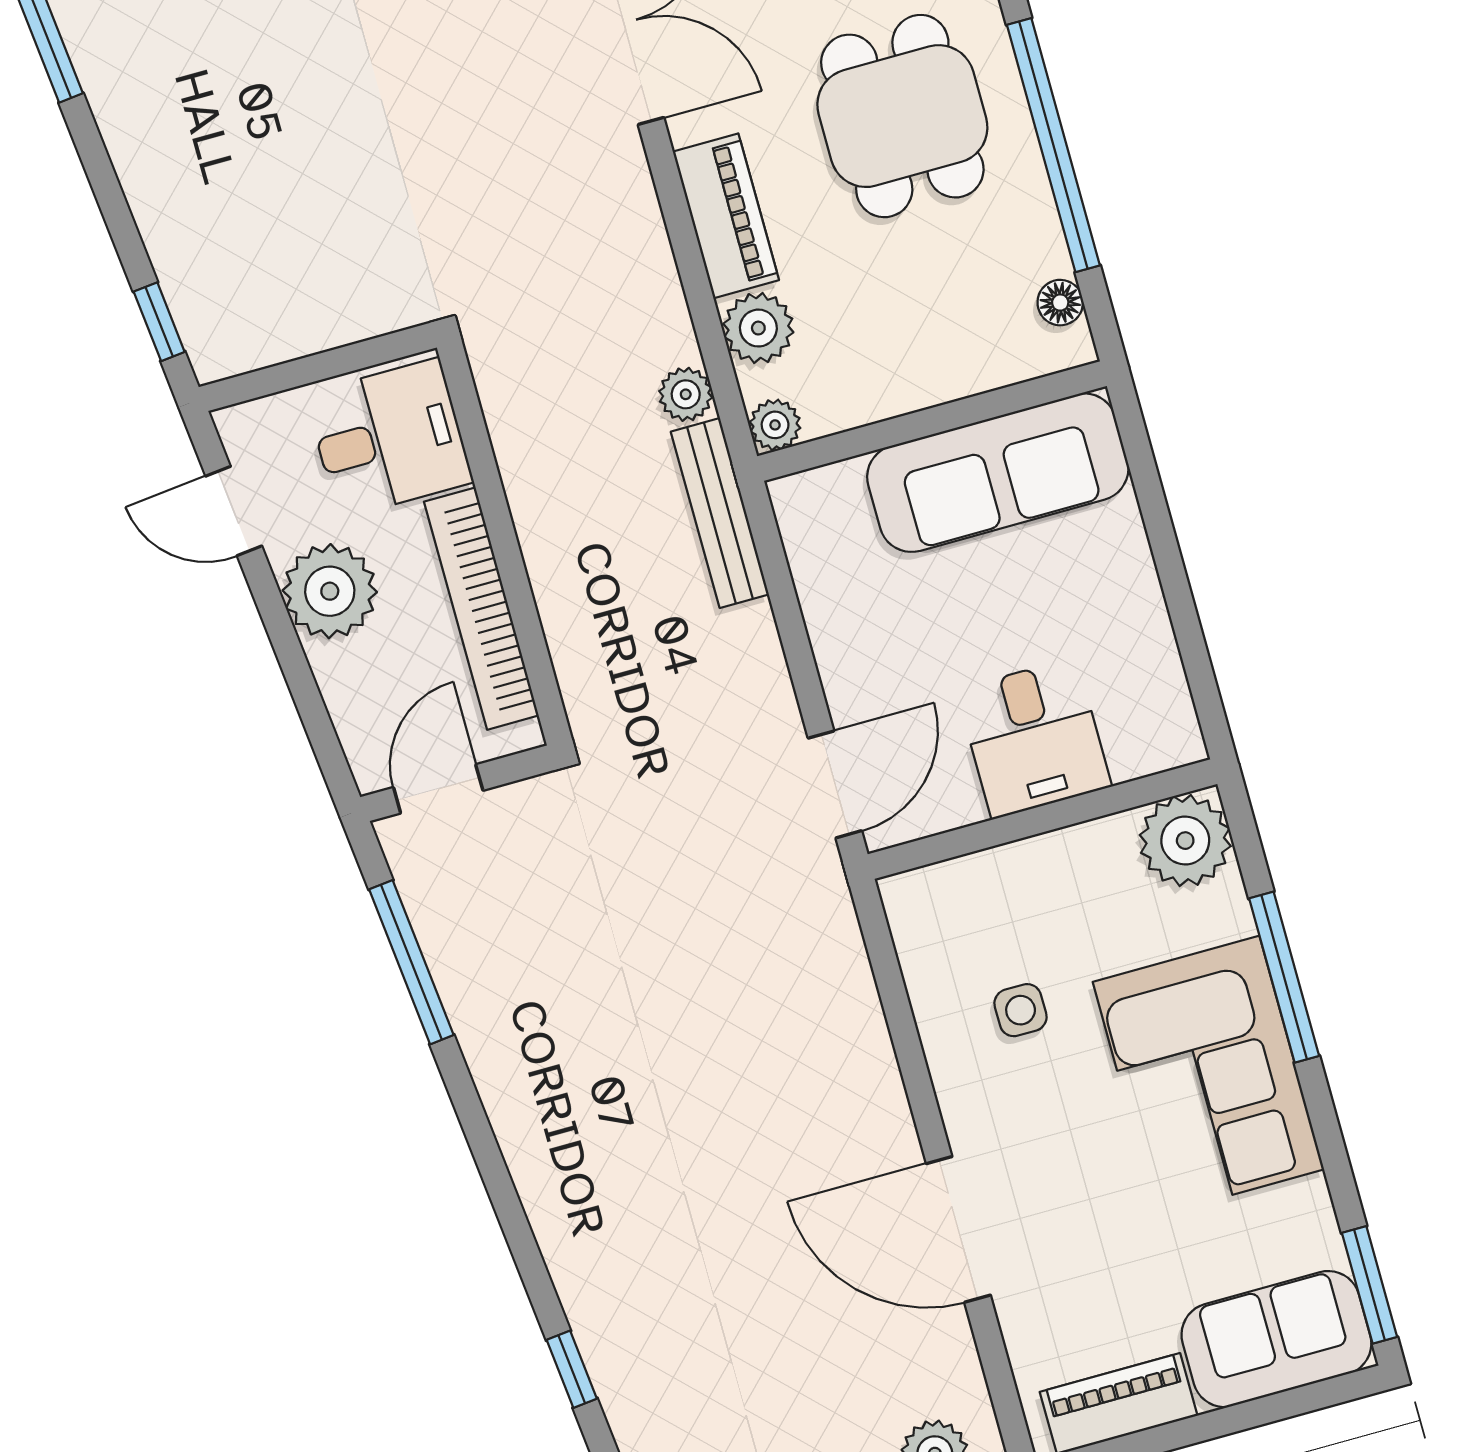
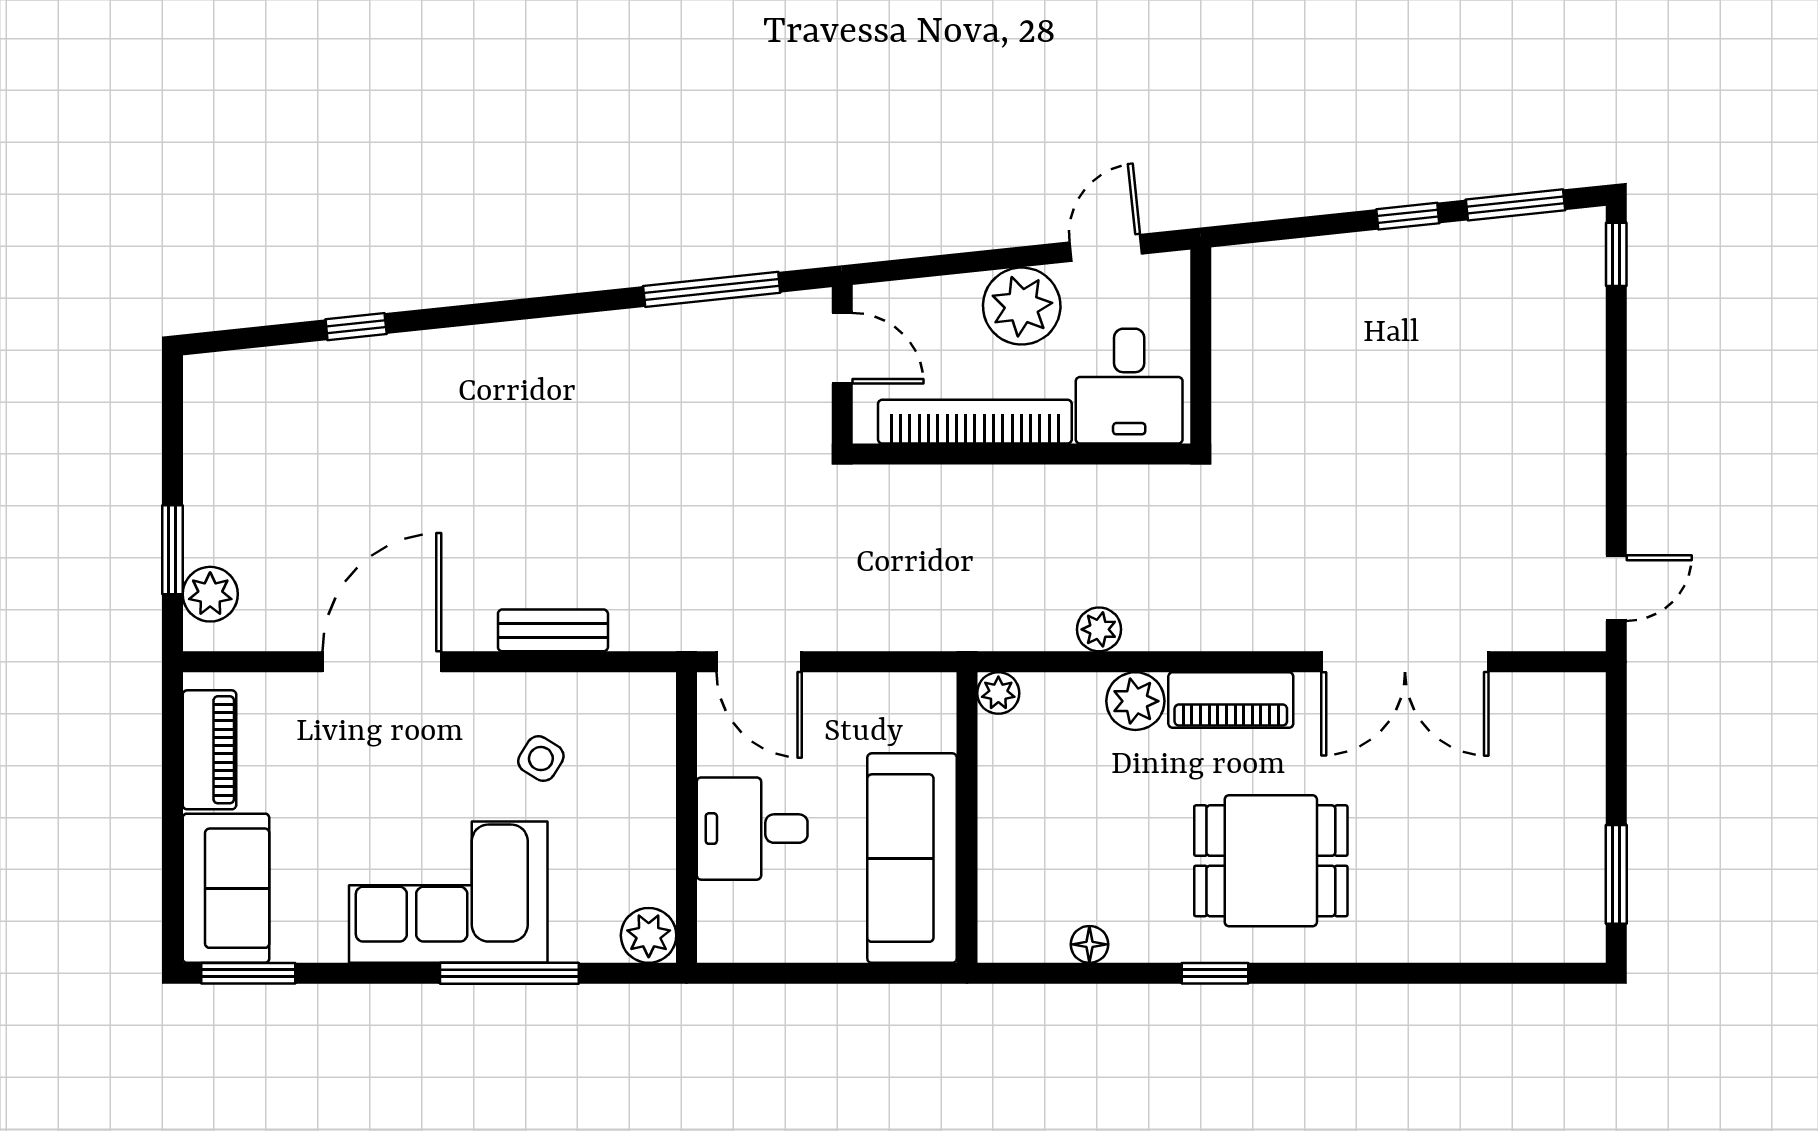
window: (1053, 145) -> (1215, 973), width x0.32
window: (159, 322) -> (1408, 216), moved
wall: (932, 421) -> (967, 818), moved
plant: (775, 425) -> (998, 693), moved
sofa: (998, 473) -> (912, 858), moved
bench: (720, 513) -> (553, 630), moved, width x0.73
plant: (1185, 841) -> (649, 935), width x0.73, depth x0.73
side table: (1021, 1010) -> (541, 759), turned 32

